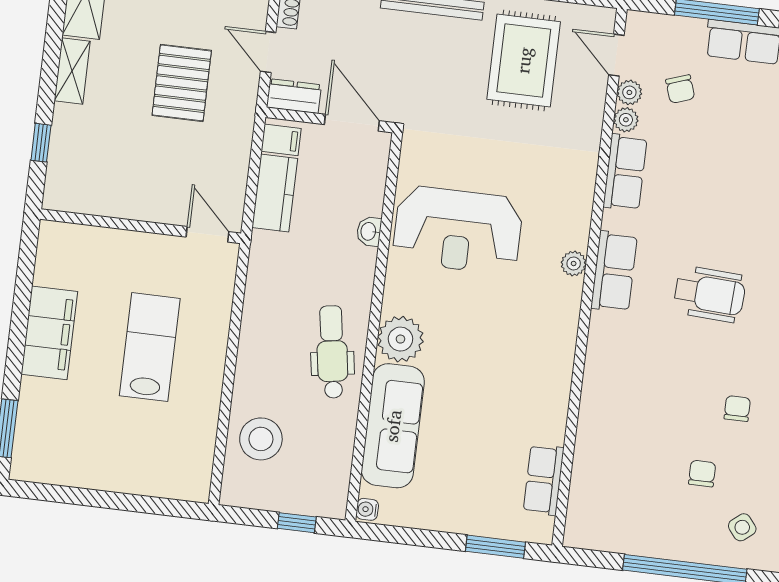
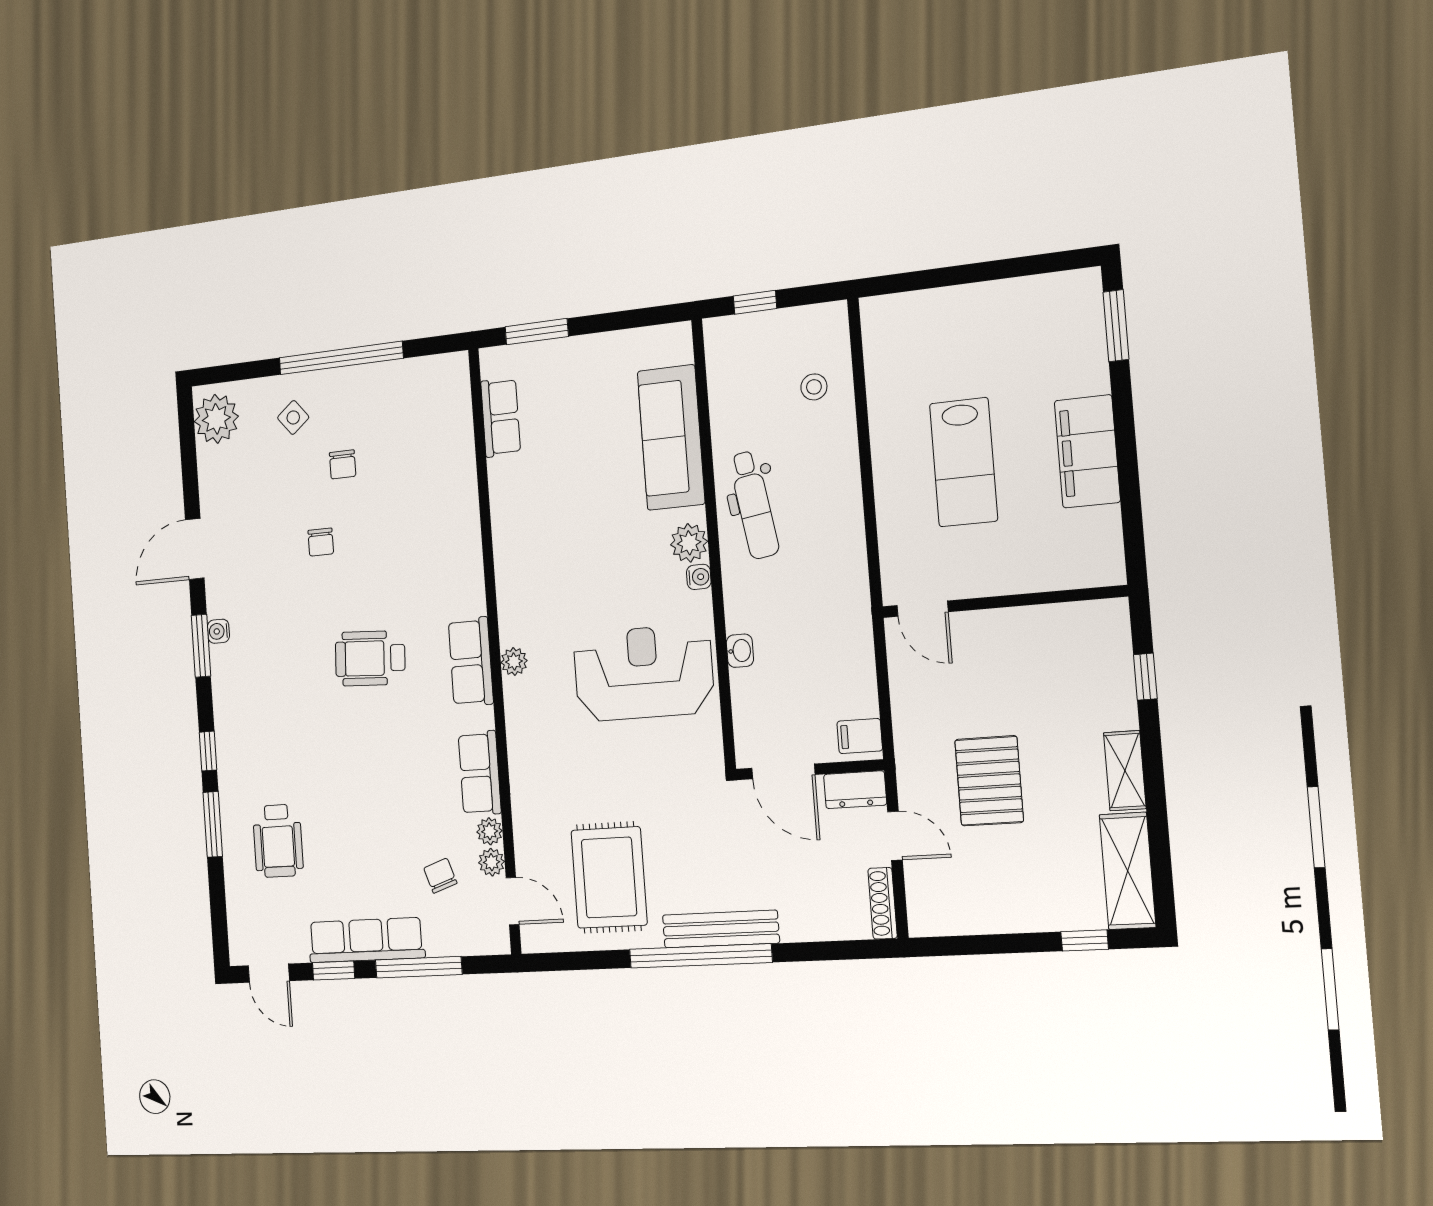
kitchen counter: (275, 193) -> (855, 673), removed
plant: (400, 339) -> (689, 543), width x0.73, depth x0.73
stool: (261, 439) -> (814, 387), width x0.53, depth x0.53
water cooler: (367, 509) -> (699, 577), moved

